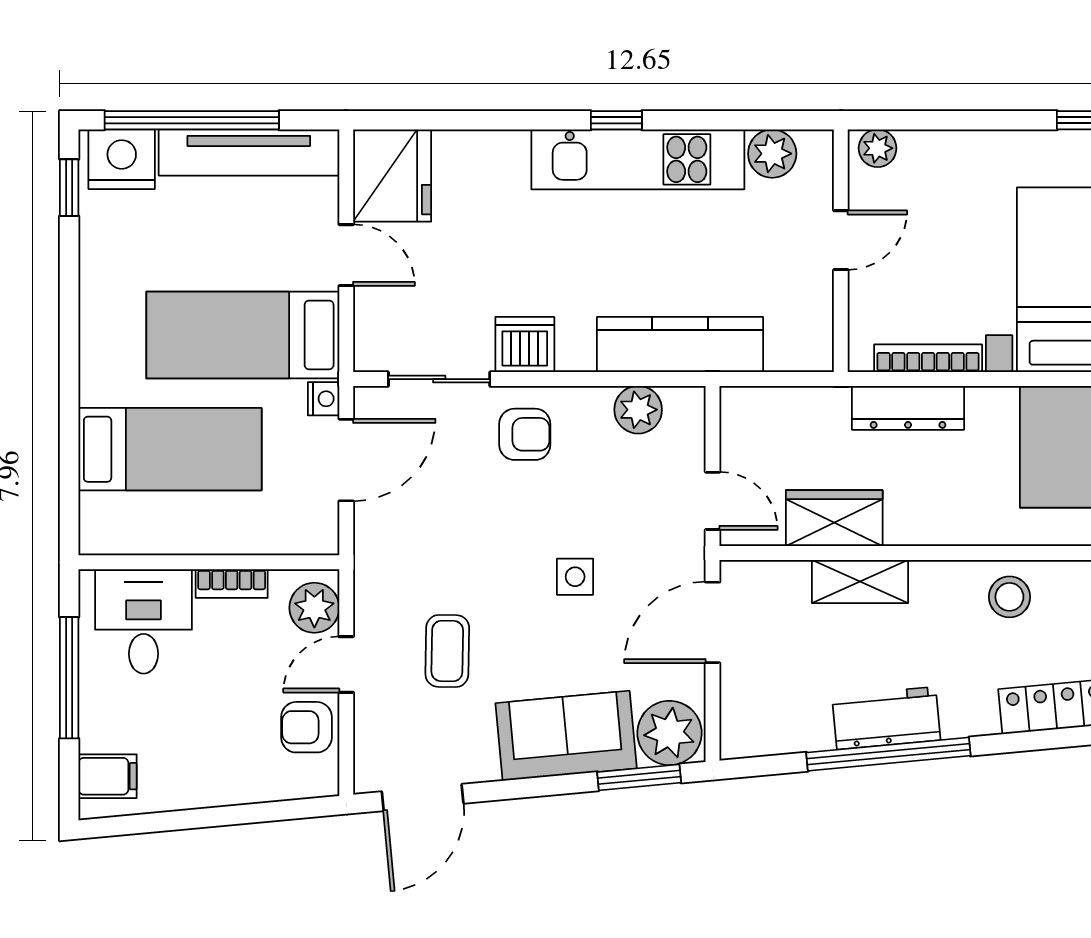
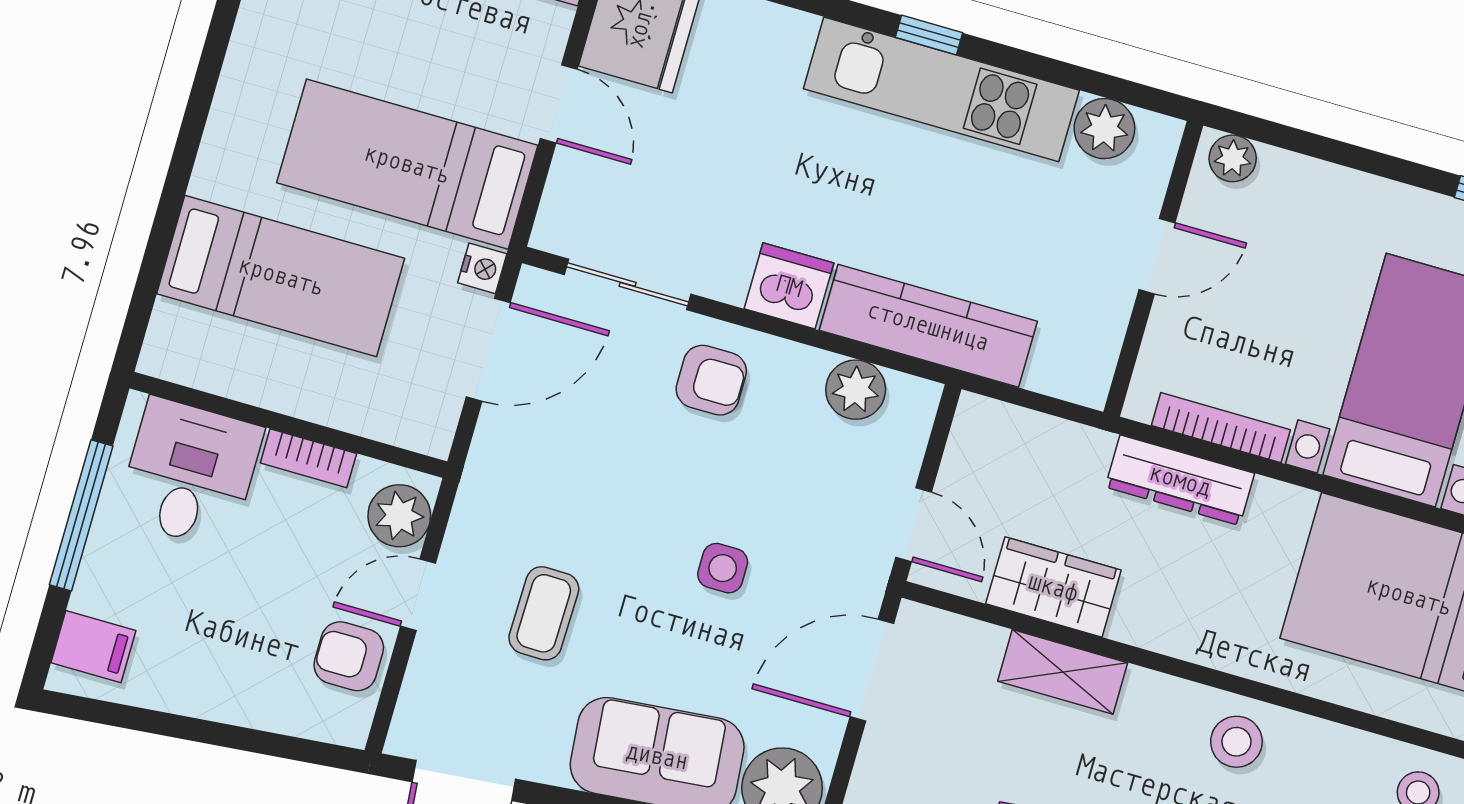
dishwasher: (525, 345) -> (789, 286), moved

